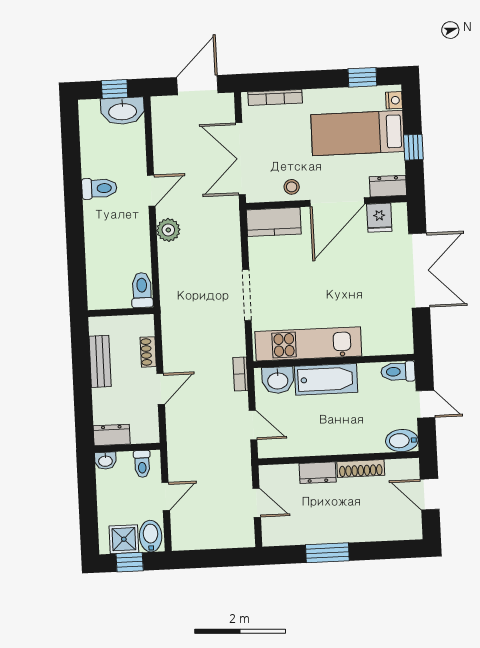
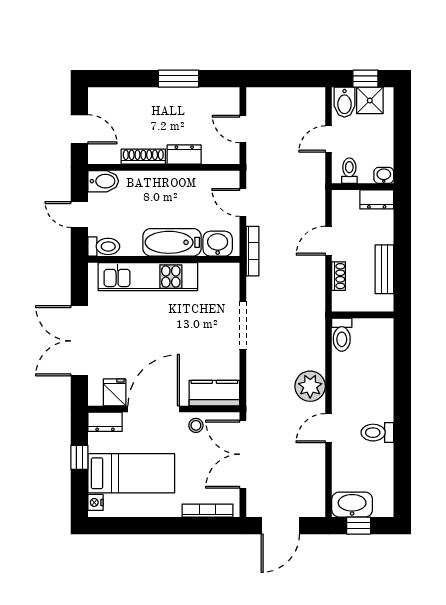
window: (362, 77) -> (124, 526), removed
double door: (240, 159) -> (243, 454), swing flipped
plant: (168, 230) -> (310, 386), width x1.36, depth x1.36
kitchen unit: (308, 344) -> (148, 277), moved
bookcase: (240, 374) -> (253, 251), width x1.56

